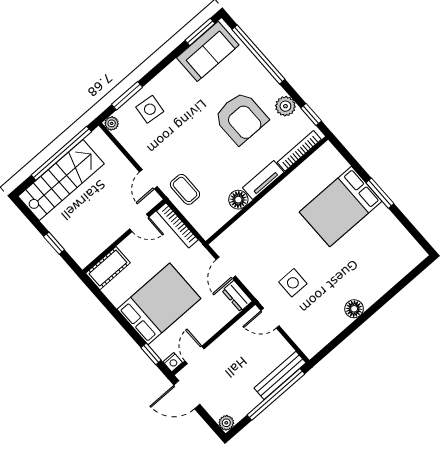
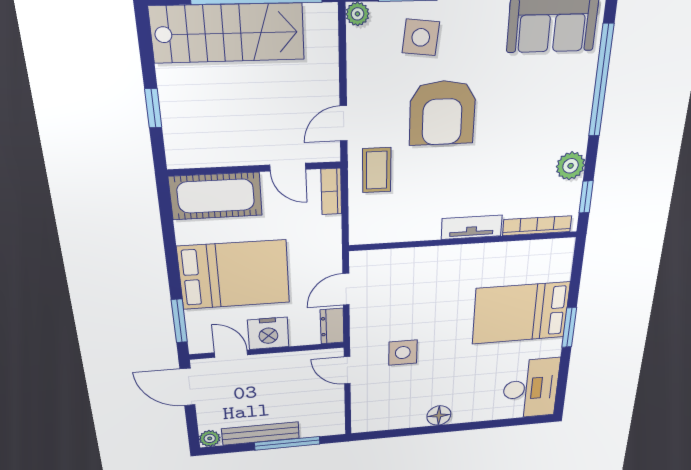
armchair: (241, 118) -> (442, 113), moved
floor lamp: (238, 200) -> (426, 228), removed
bookcase: (177, 225) -> (331, 192), width x0.64
desk: (396, 249) -> (531, 388), added
cot: (108, 268) -> (216, 196), width x1.37, depth x1.34
window: (151, 354) -> (179, 321), width x1.50
door: (195, 355) -> (231, 354), hinge flipped
nightstand: (173, 362) -> (268, 333), moved, width x1.89, depth x1.79
bench: (280, 375) -> (261, 433), moved
window: (276, 394) -> (287, 443), width x0.68

